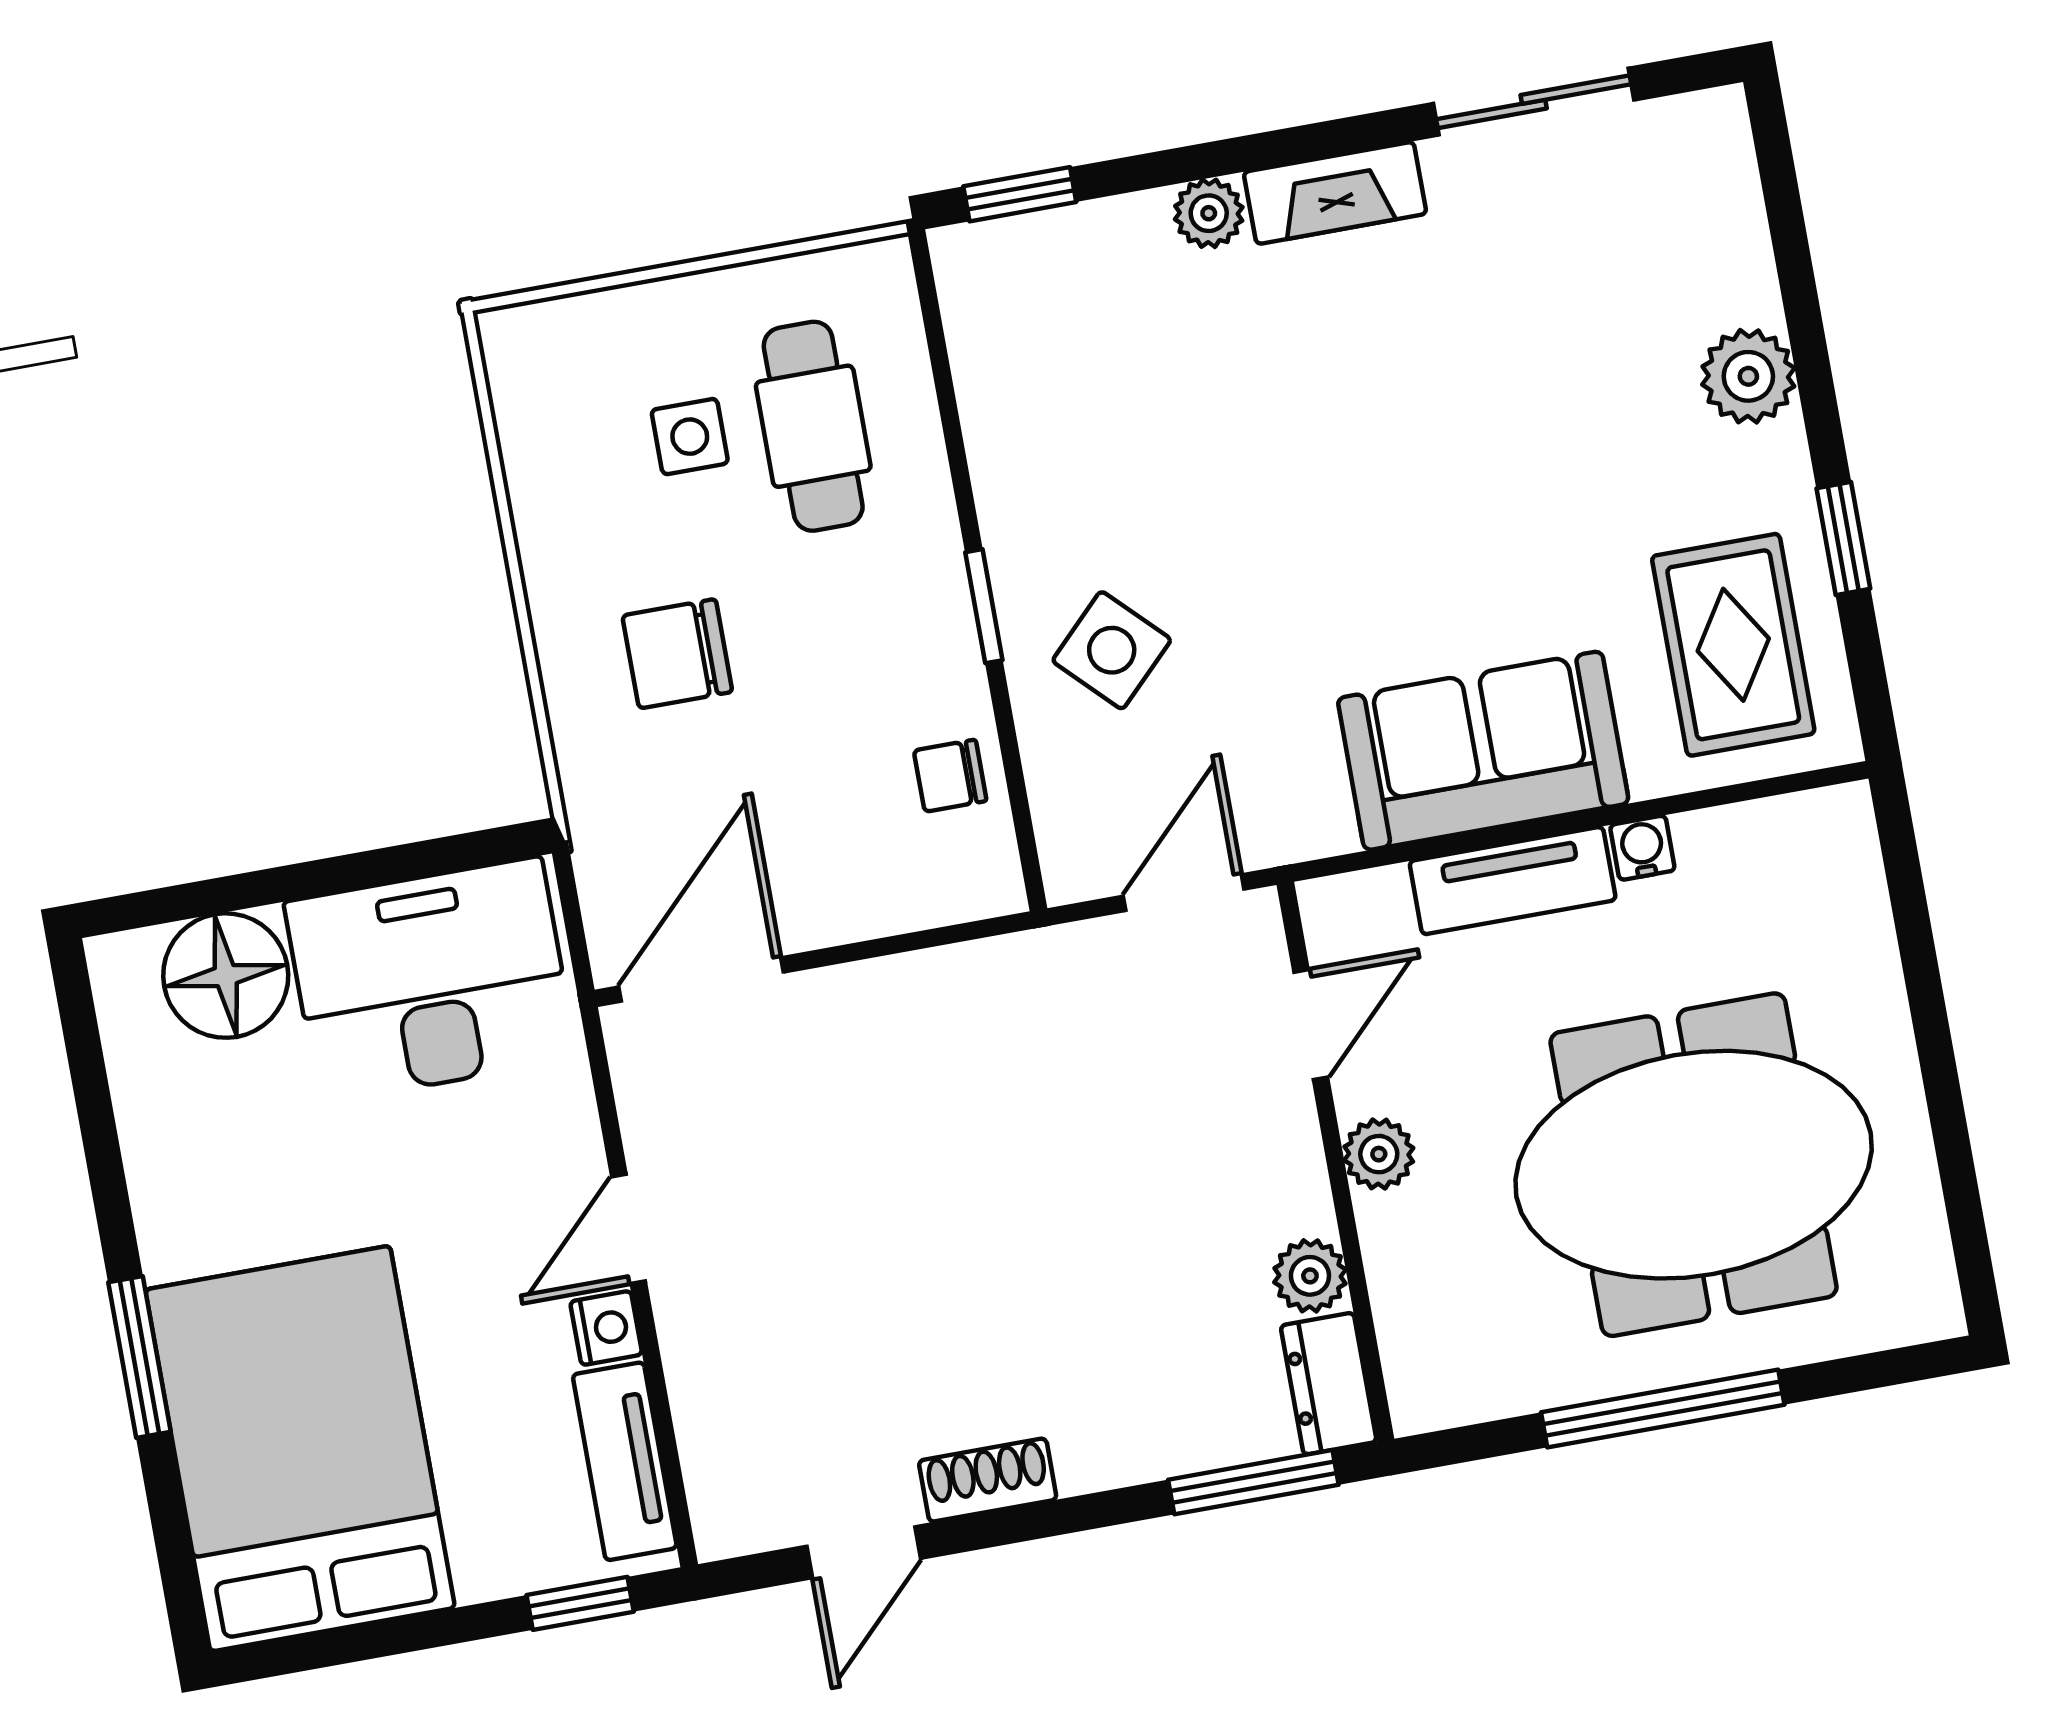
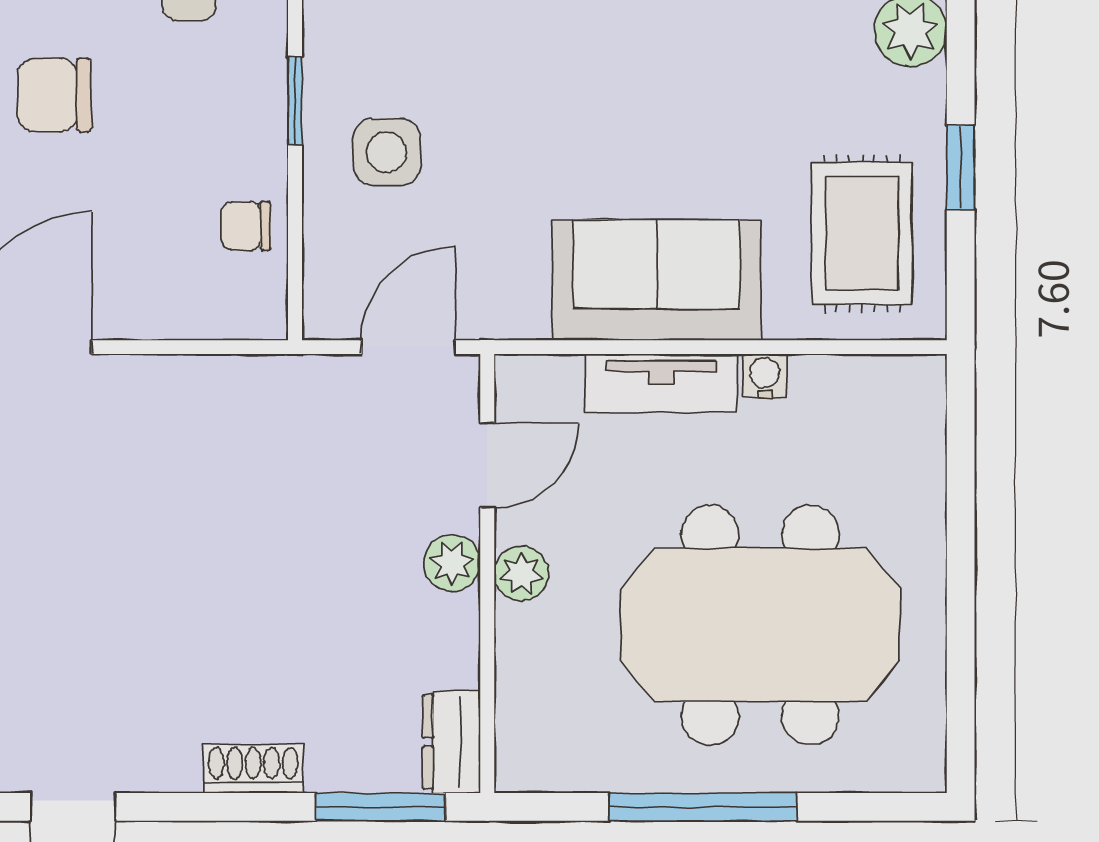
side table: (1112, 650) -> (387, 152), turned 45
plant: (1310, 1276) -> (452, 563), moved
shoe rack: (988, 1480) -> (253, 769), moved

